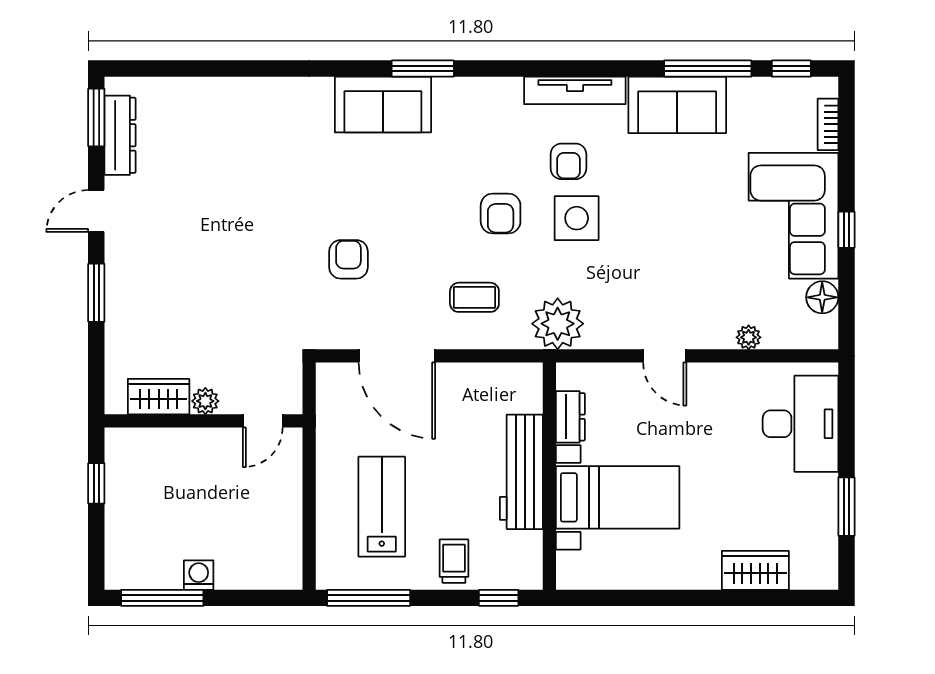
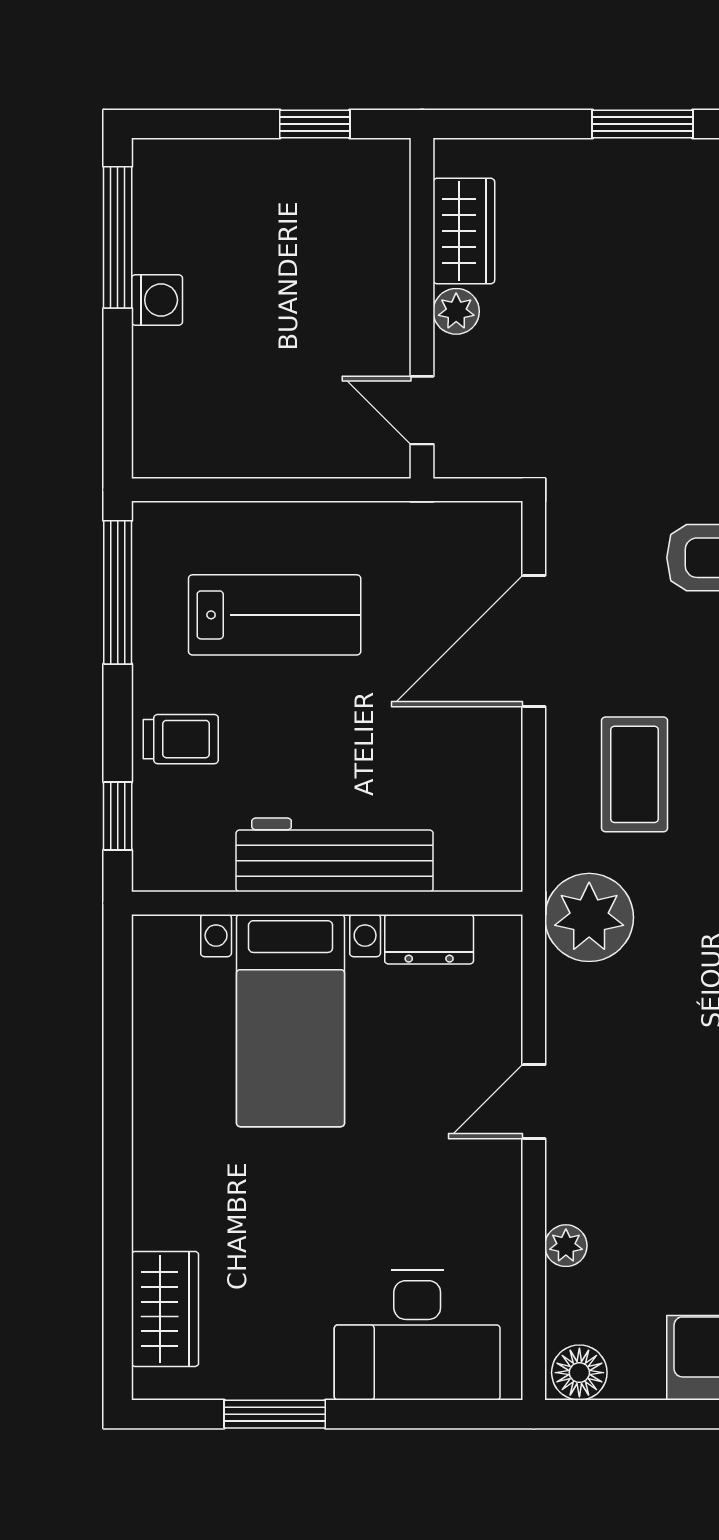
coffee table: (474, 297) -> (635, 774), width x1.36, depth x1.30
floor lamp: (822, 297) -> (579, 1373), moved
wardrobe: (755, 570) -> (165, 1309), moved

